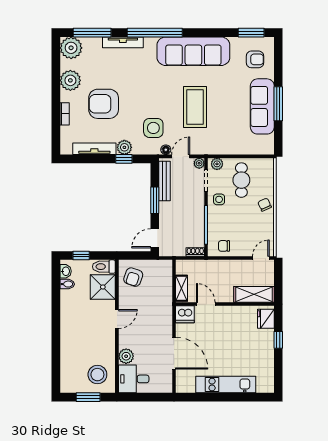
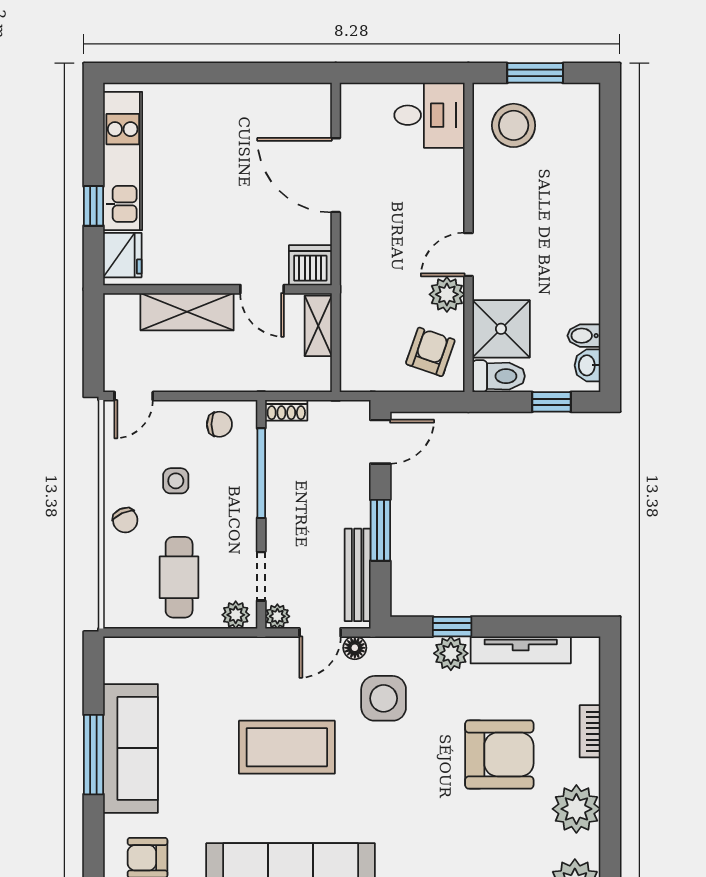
coffee table: (195, 107) -> (287, 747), turned 90
side table: (219, 199) -> (176, 481), moved
shelving: (254, 294) -> (187, 312), moved
plant: (126, 356) -> (447, 294), moved
kitchen unit: (226, 385) -> (123, 161), moved, turned -90

